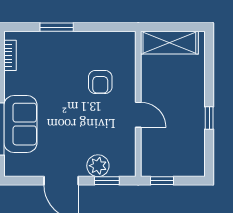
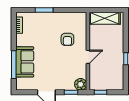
door: (138, 115) -> (88, 57), hinge flipped
plant: (98, 166) -> (81, 84), moved

